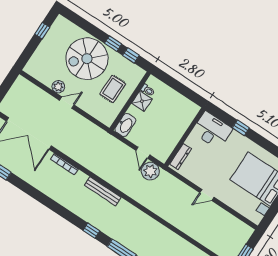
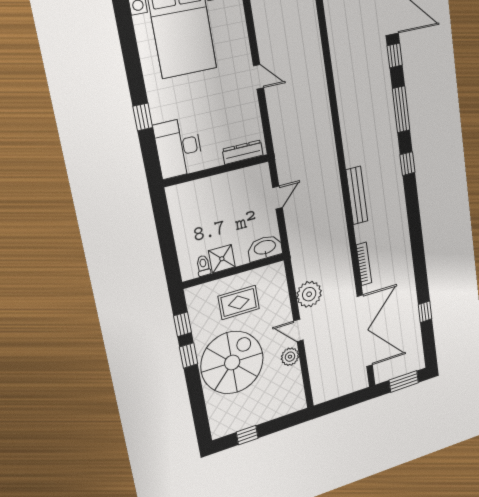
spiral stairs: (87, 59) -> (232, 363), turned -90
plant: (150, 171) -> (309, 294), moved

